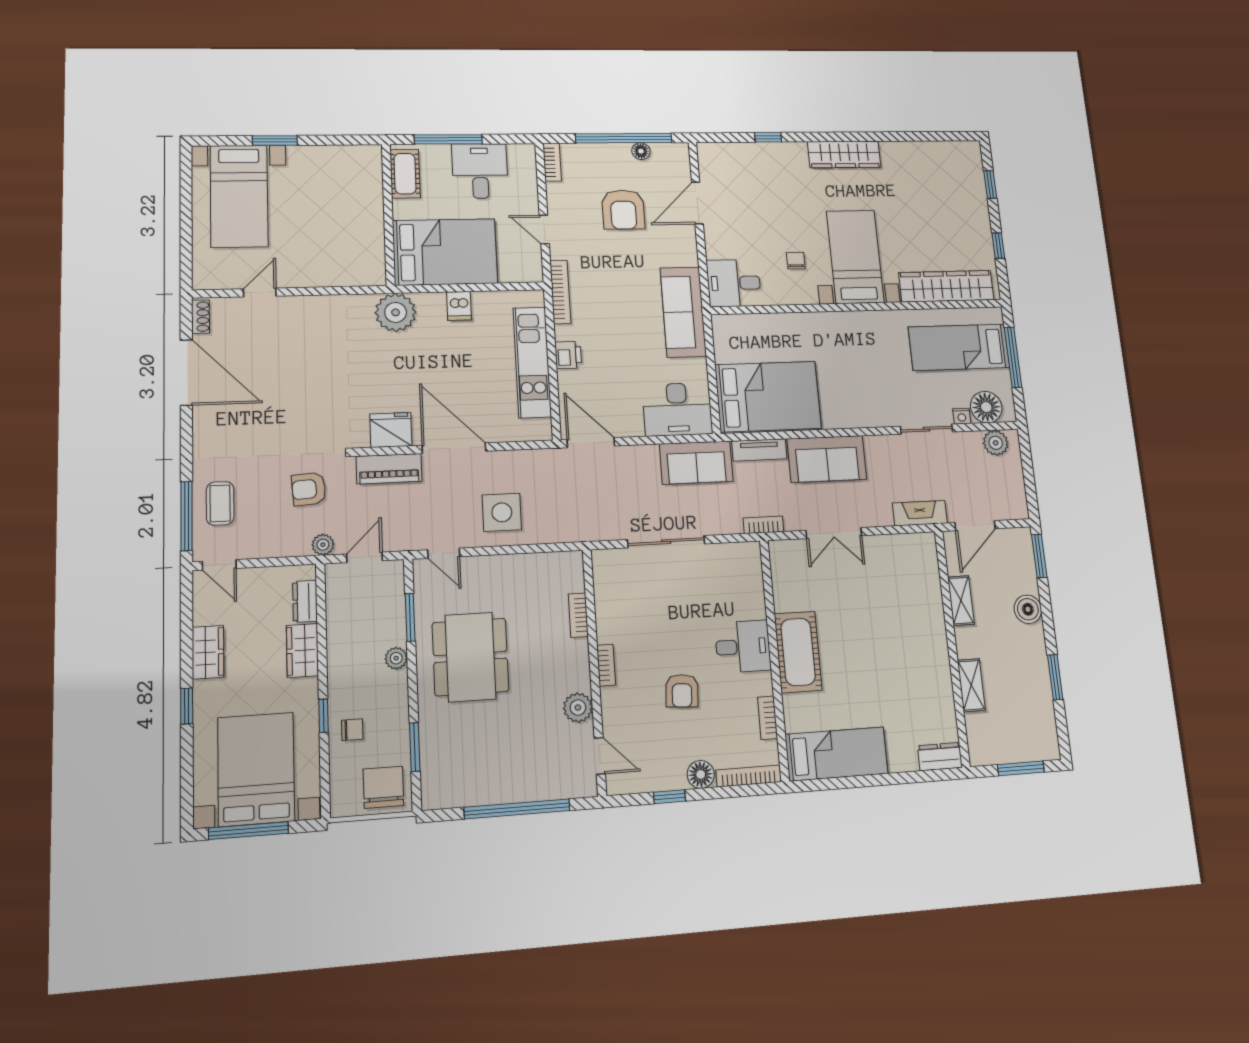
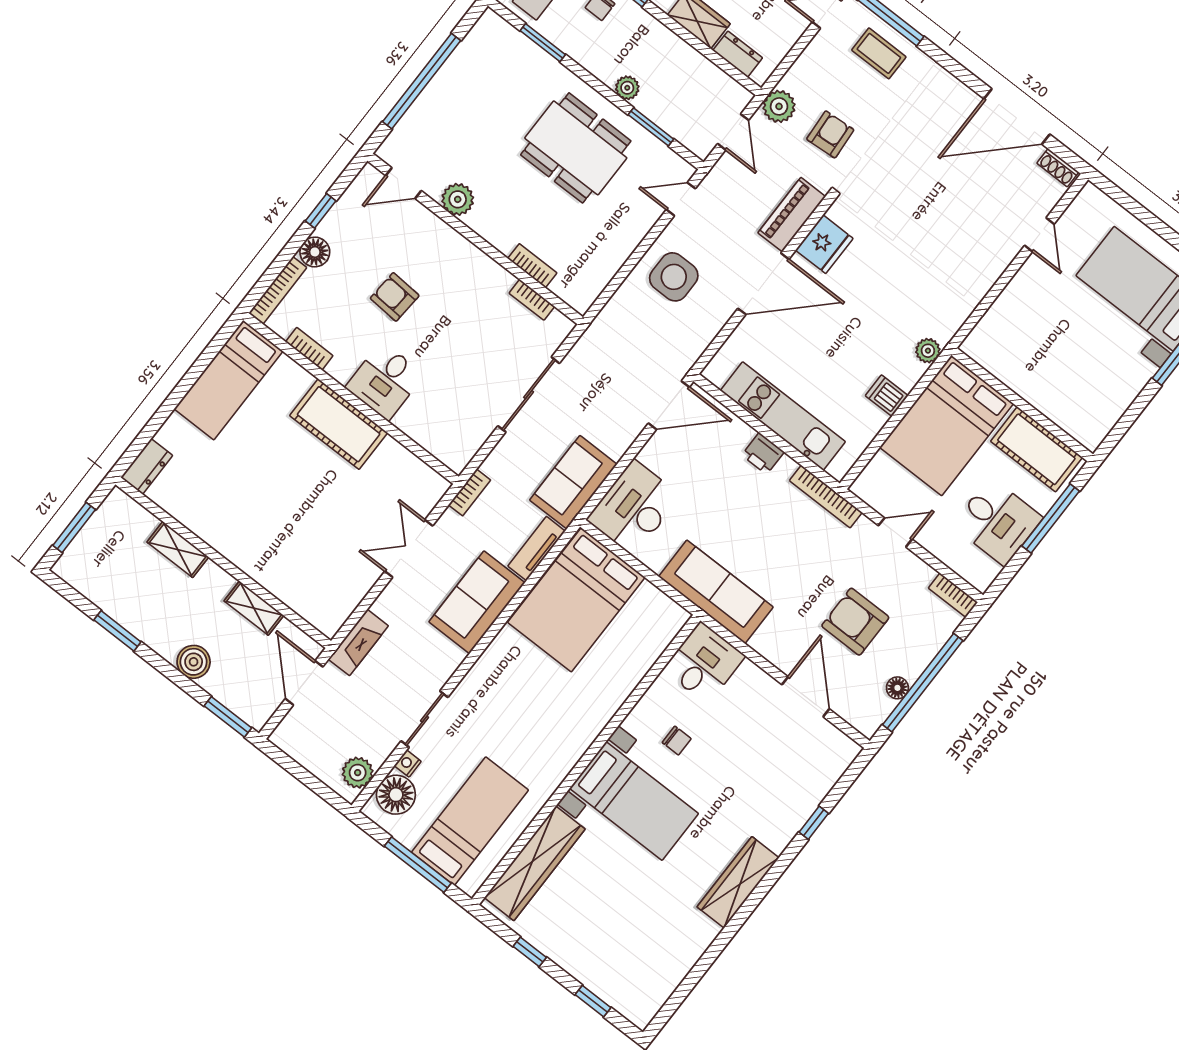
cot: (405, 174) -> (1036, 449), width x1.37, depth x1.34
plant: (396, 312) -> (928, 351), width x0.53, depth x0.53
plant: (323, 545) -> (779, 106), width x1.38, depth x1.38
bookcase: (606, 665) -> (532, 300), moved

